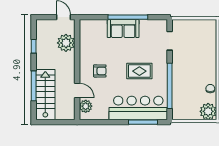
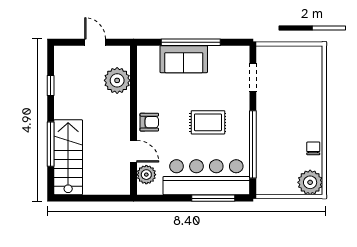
plant: (66, 43) -> (117, 80), moved
wall: (77, 70) -> (134, 120), moved
door: (77, 91) -> (134, 151), moved
plant: (86, 106) -> (146, 175), moved

